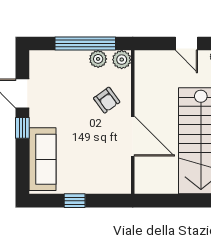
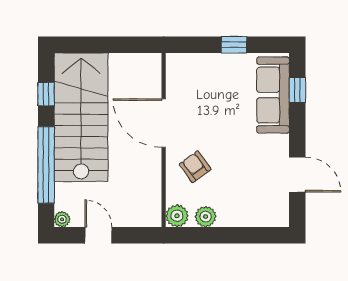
window: (85, 44) -> (221, 235), removed
window: (22, 128) -> (297, 90), moved

